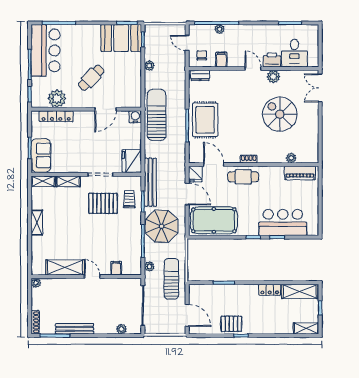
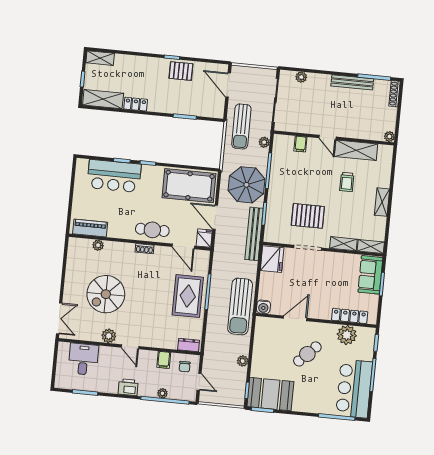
printer: (272, 60) -> (128, 387), moved, turned 180
spiral stairs: (280, 114) -> (106, 294), turned 90
trolley: (129, 199) -> (347, 182), moved

